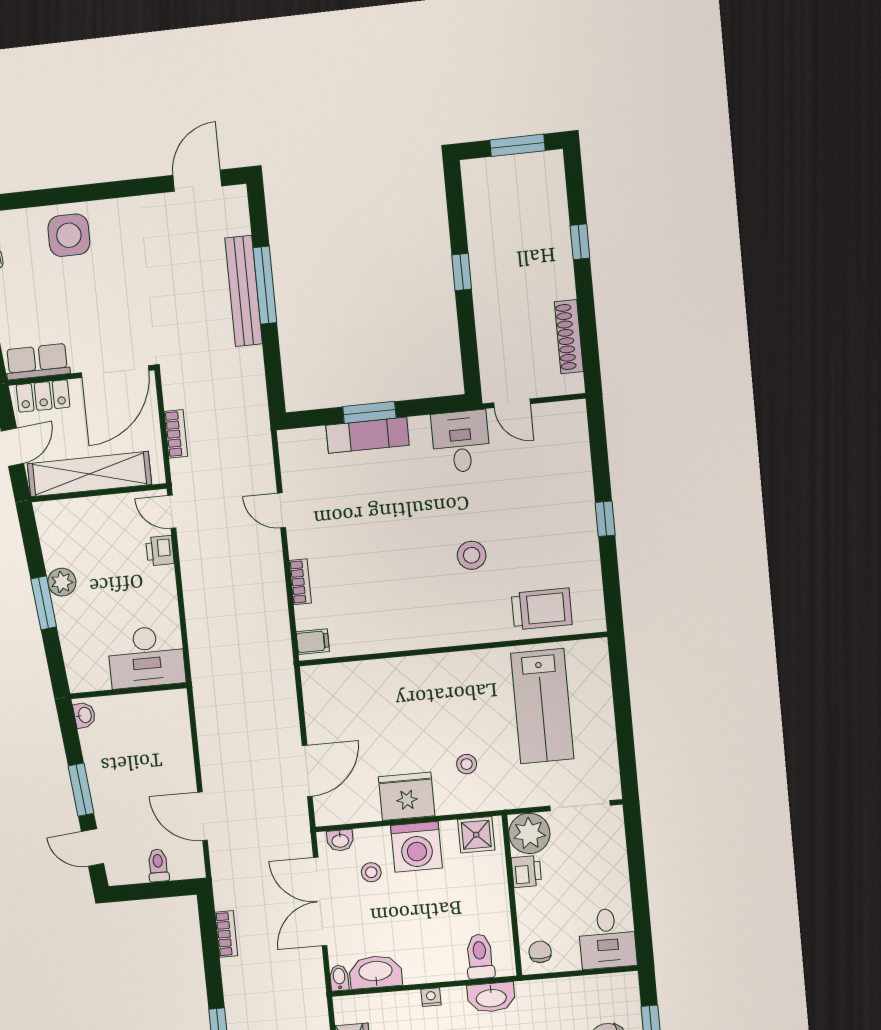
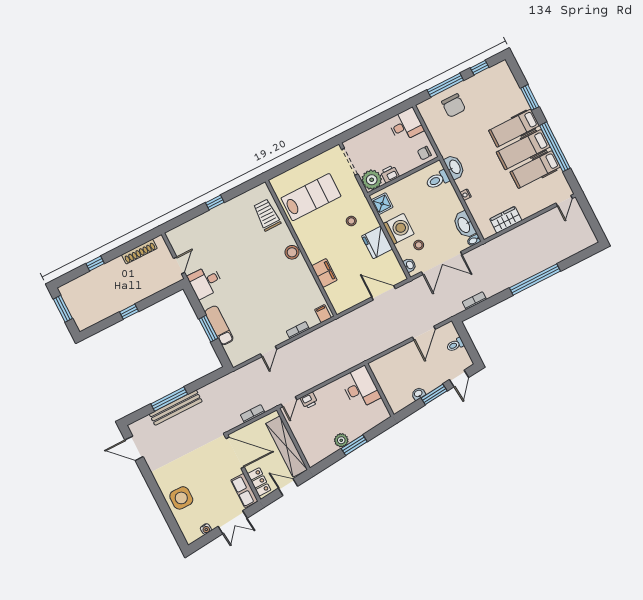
stool: (472, 555) -> (292, 252), moved
filing cabinet: (388, 675) -> (324, 273), added
washbasin: (84, 715) -> (418, 394), moved

